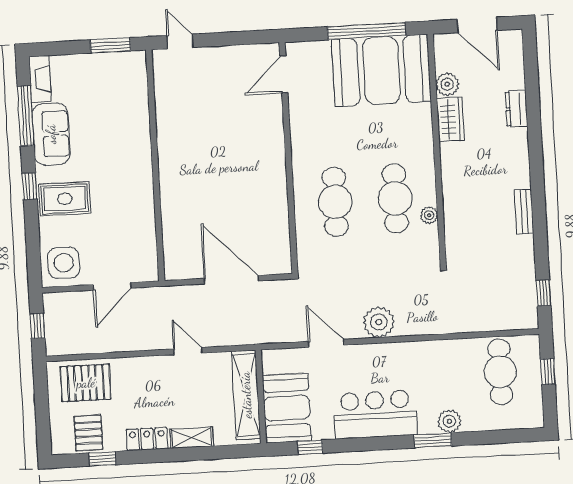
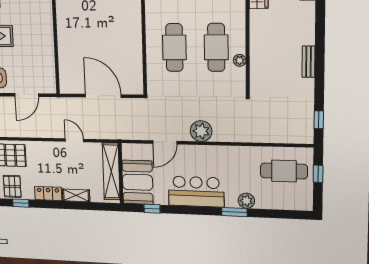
door: (326, 343) -> (165, 142), swing flipped
cafe table: (500, 372) -> (284, 171), turned 90

